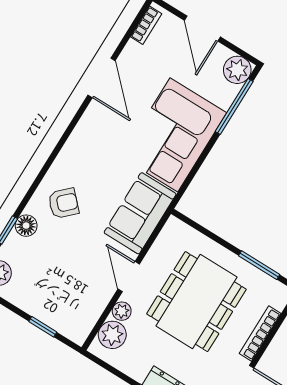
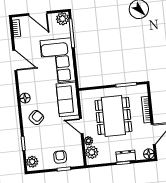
floor lamp: (26, 226) -> (25, 98), moved
armchair: (52, 302) -> (60, 157), added

